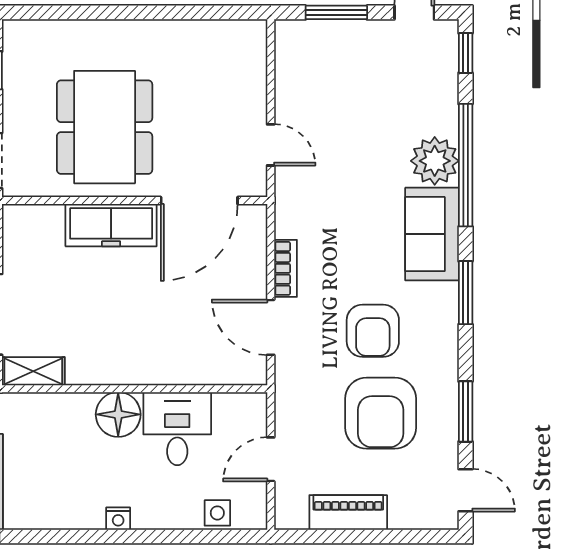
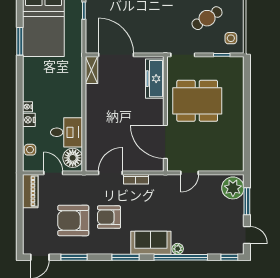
plant: (306, 45) -> (233, 188), added
plant: (435, 161) -> (178, 249), width x0.53, depth x0.53
freezer: (111, 225) -> (155, 79), moved
floor lamp: (118, 414) -> (73, 158), moved
piano: (348, 512) -> (30, 191), moved
nightstand: (148, 515) -> (29, 120), added

